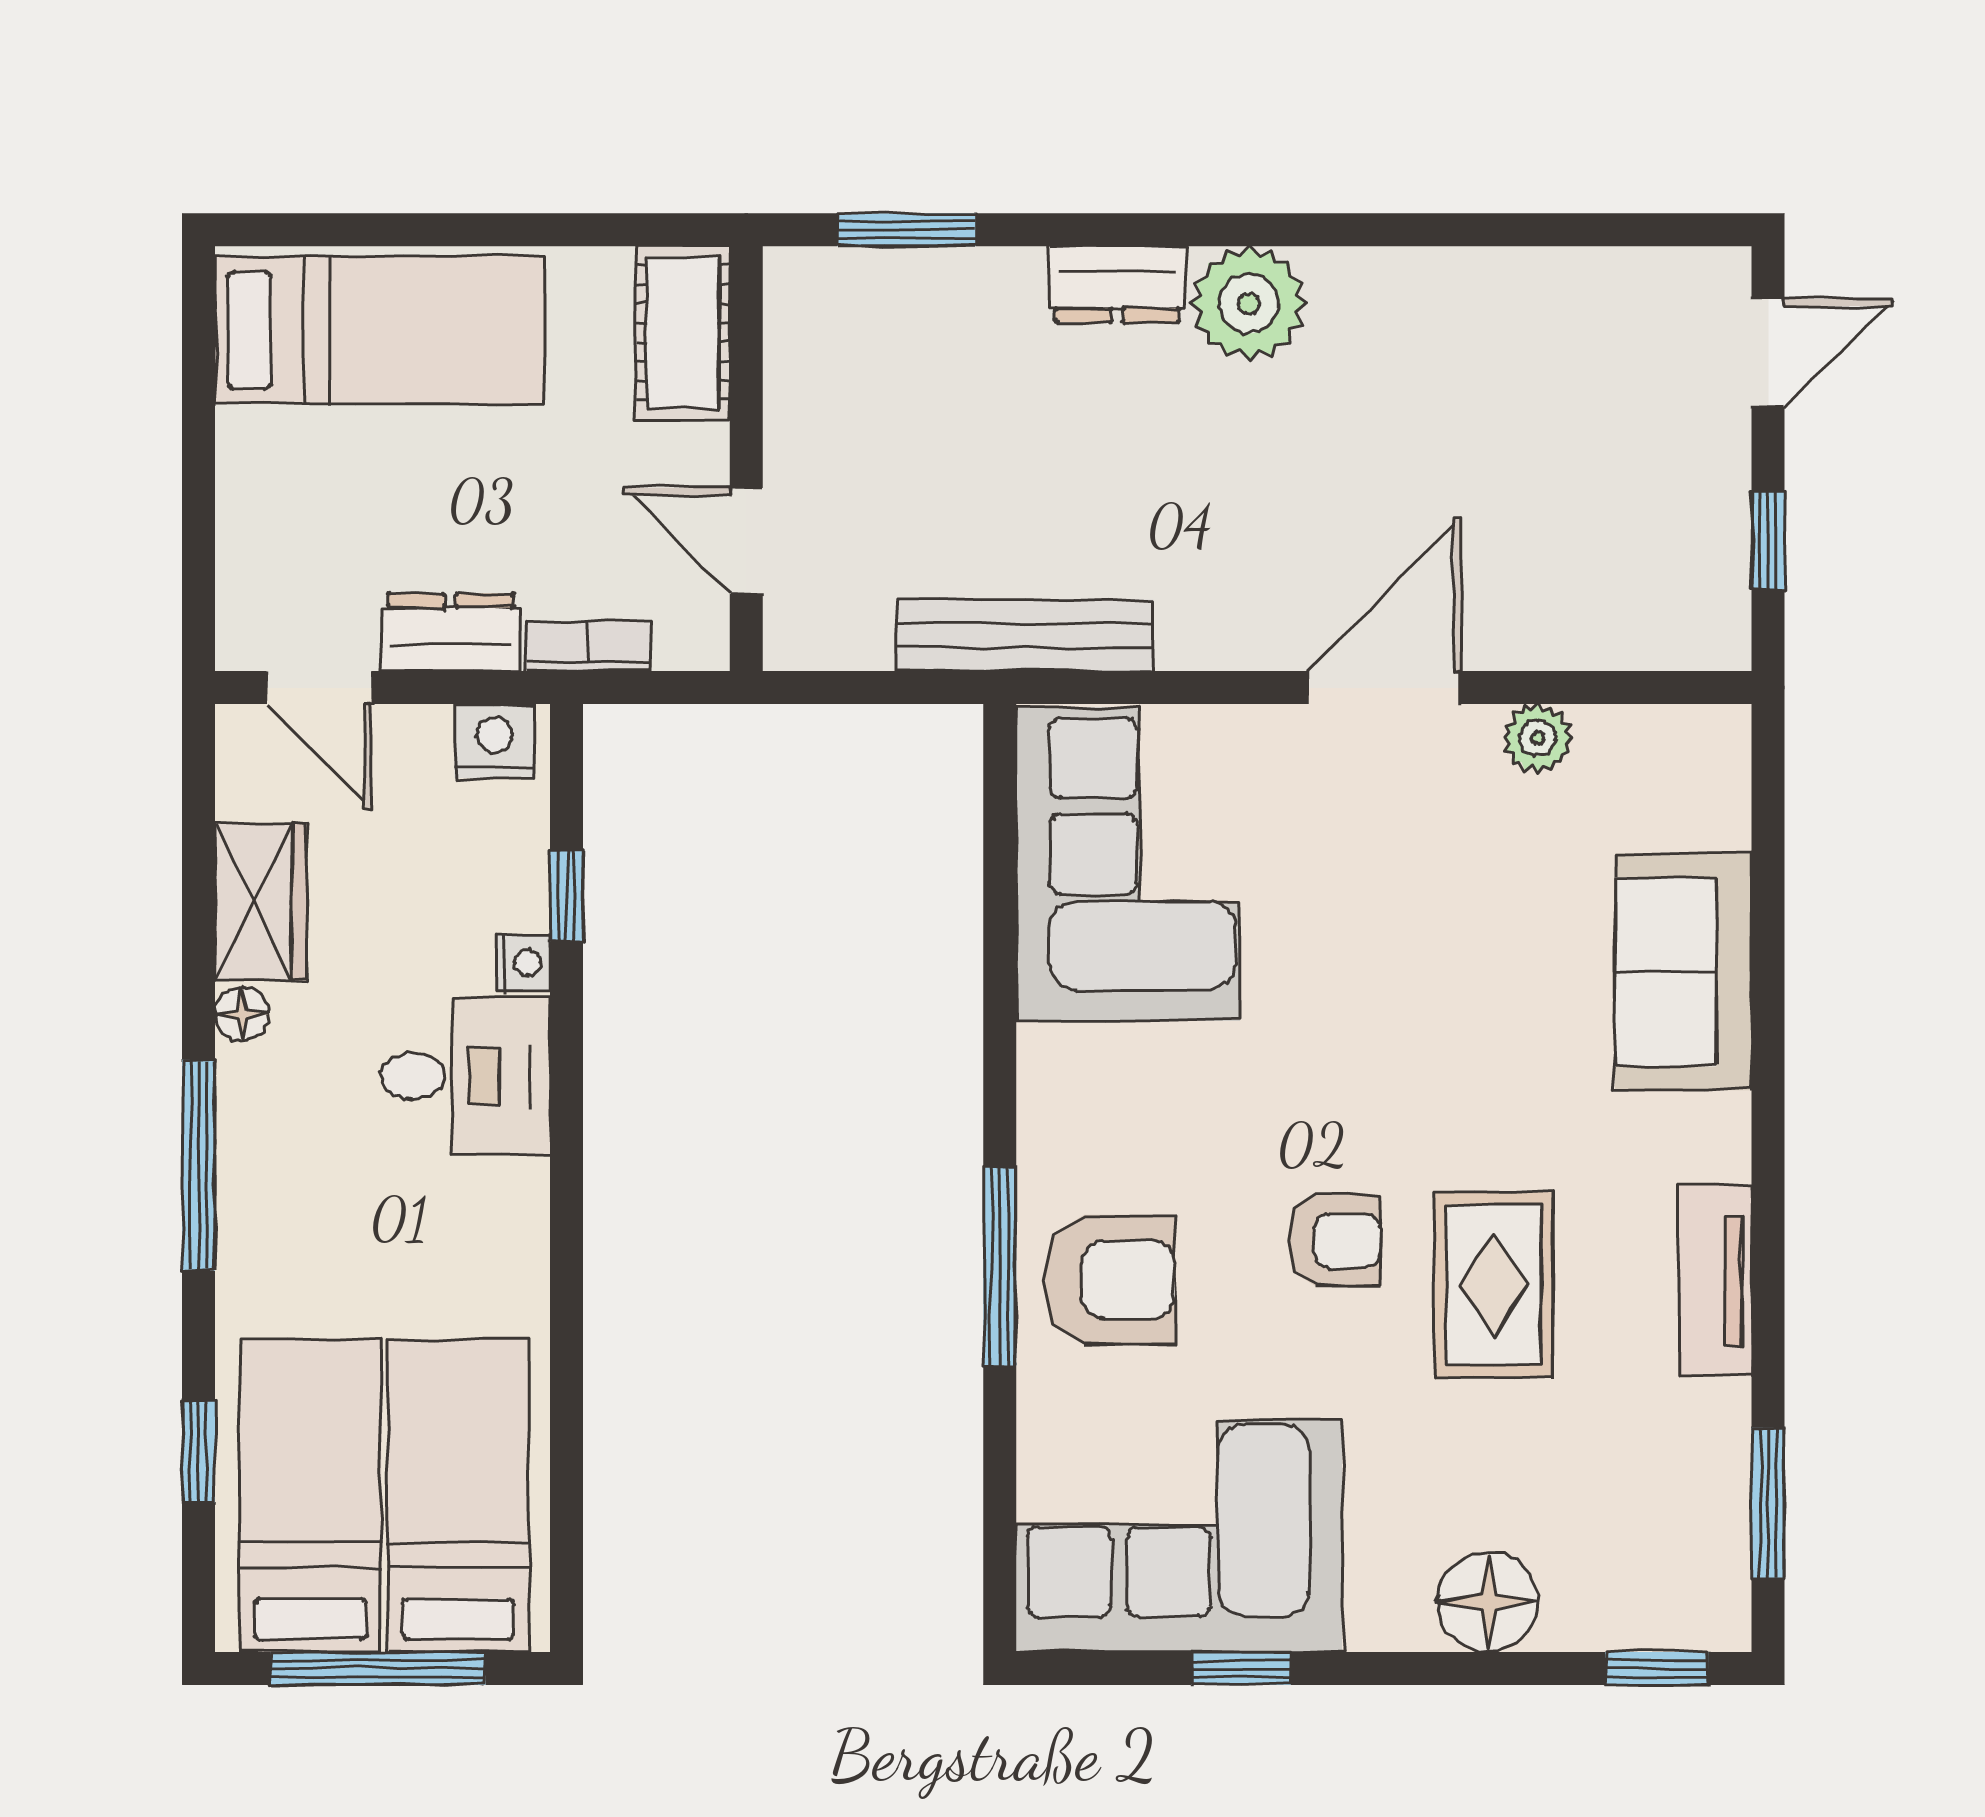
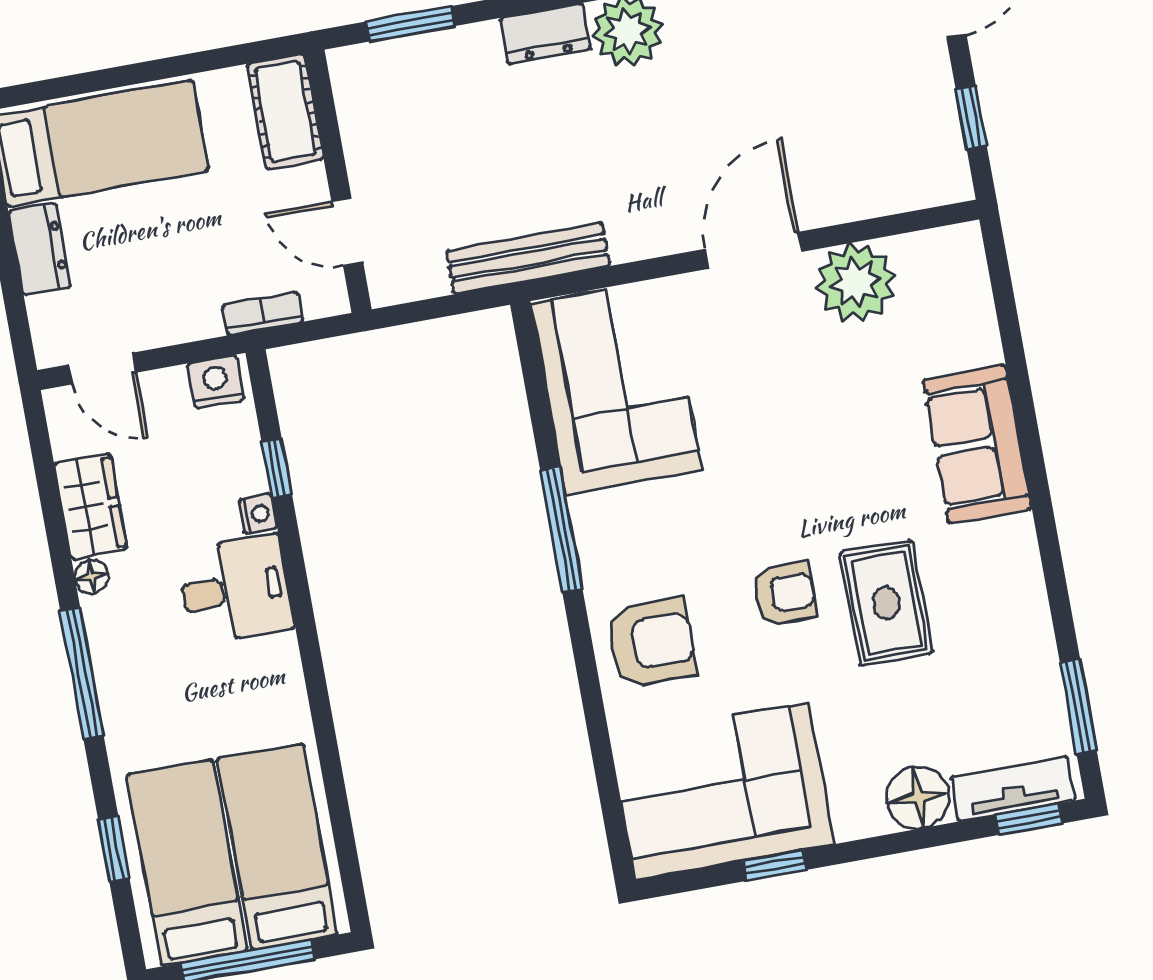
dresser: (451, 632) -> (40, 249), moved, turned 90
plant: (1538, 738) -> (856, 282), width x1.87, depth x1.87
sofa: (1683, 972) -> (977, 444), moved
window: (1000, 1266) -> (561, 530), moved
tv unit: (1715, 1280) -> (1013, 789), moved, turned 90

